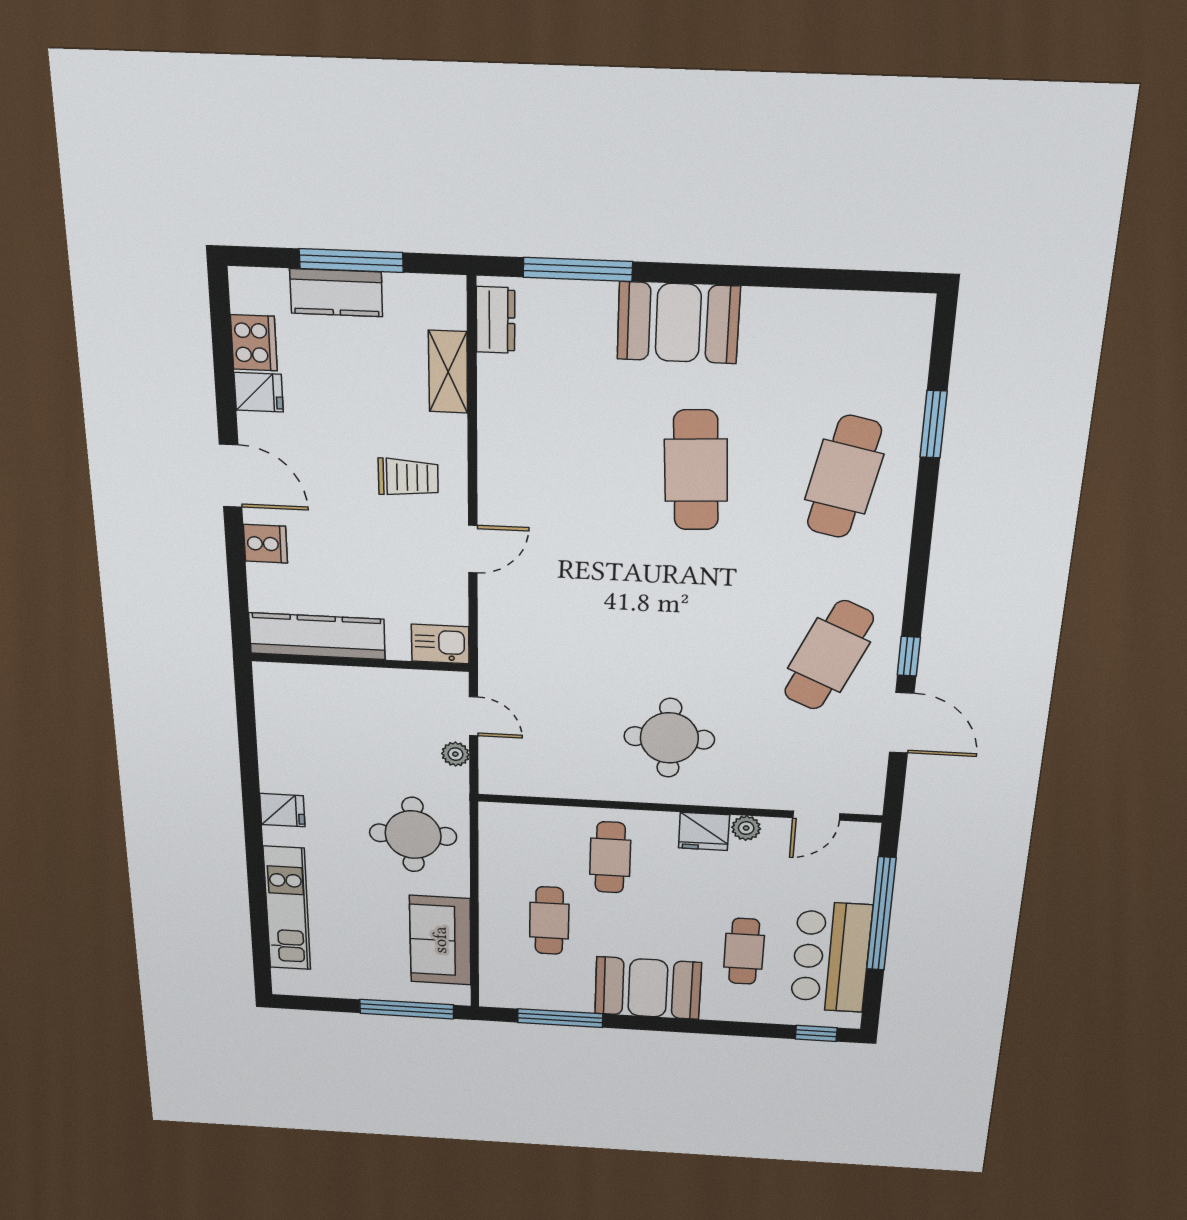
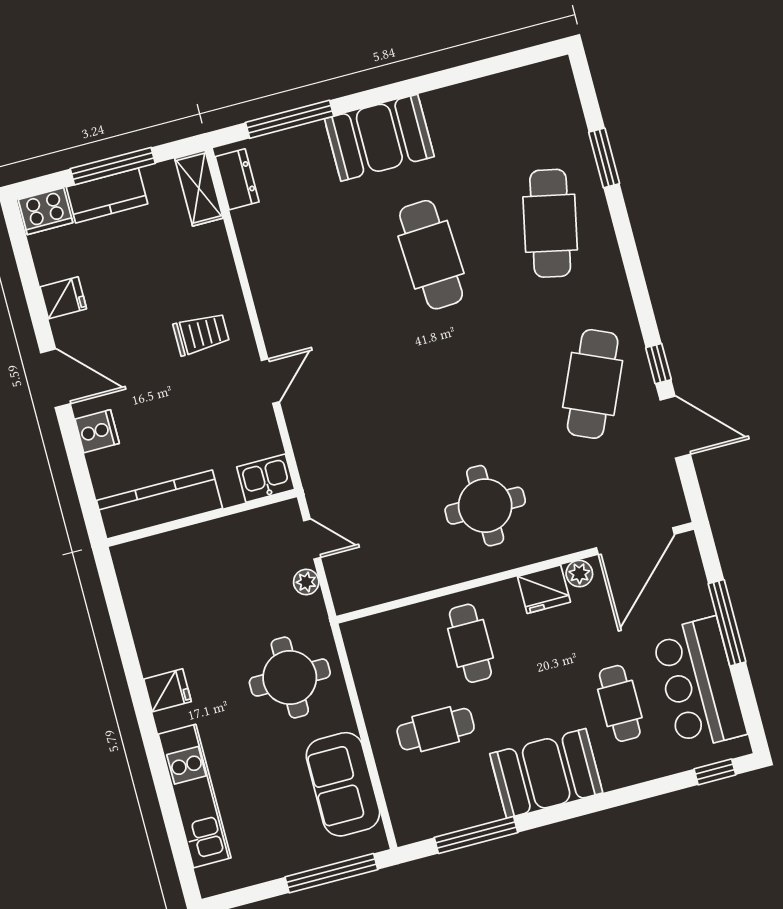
cooker: (254, 343) -> (45, 211), moved, turned 90
shelving: (448, 372) -> (199, 188), moved
door: (816, 816) -> (635, 541), width x1.88
window: (881, 914) -> (727, 623), width x0.68
cafe table: (549, 921) -> (436, 729), turned 90

